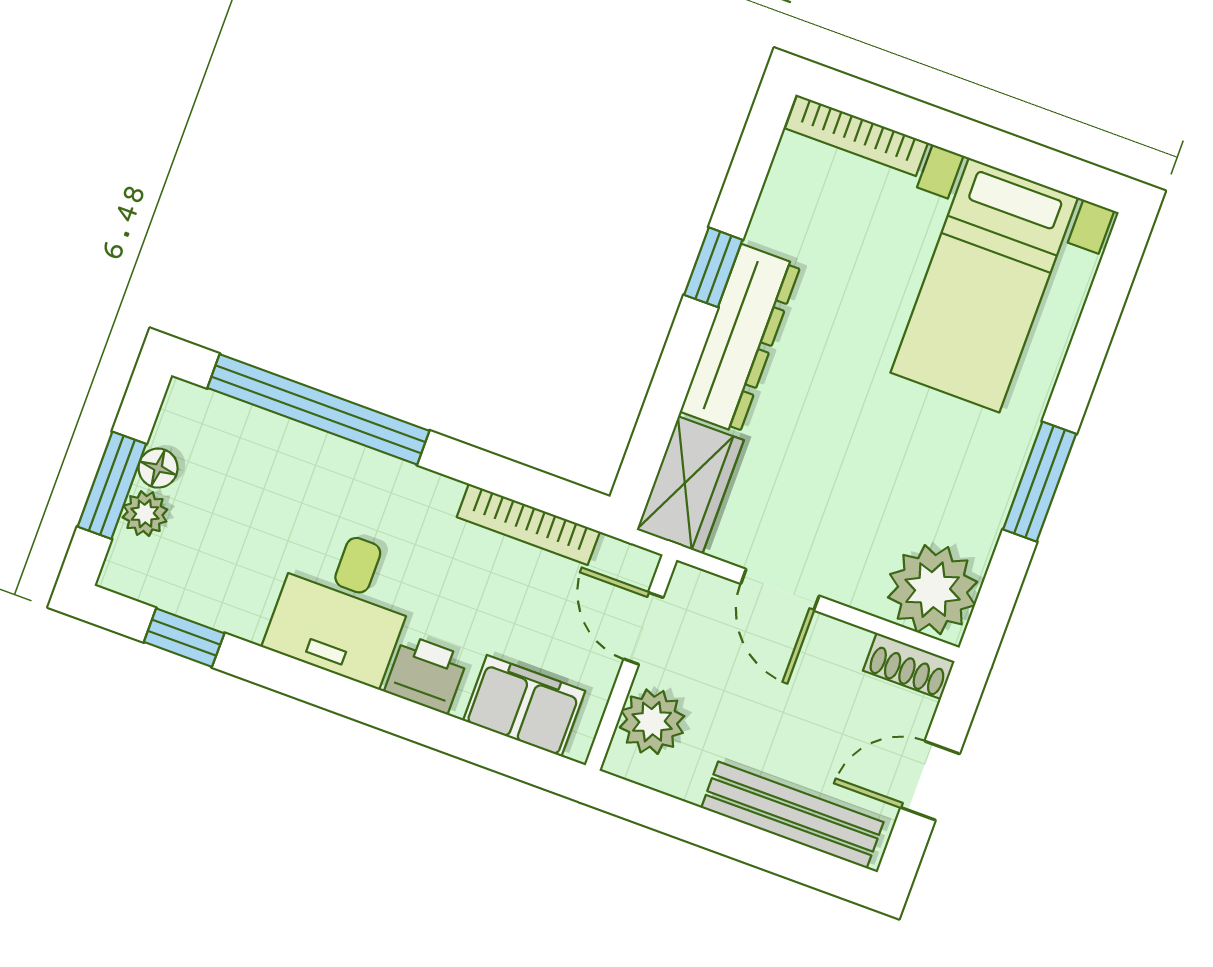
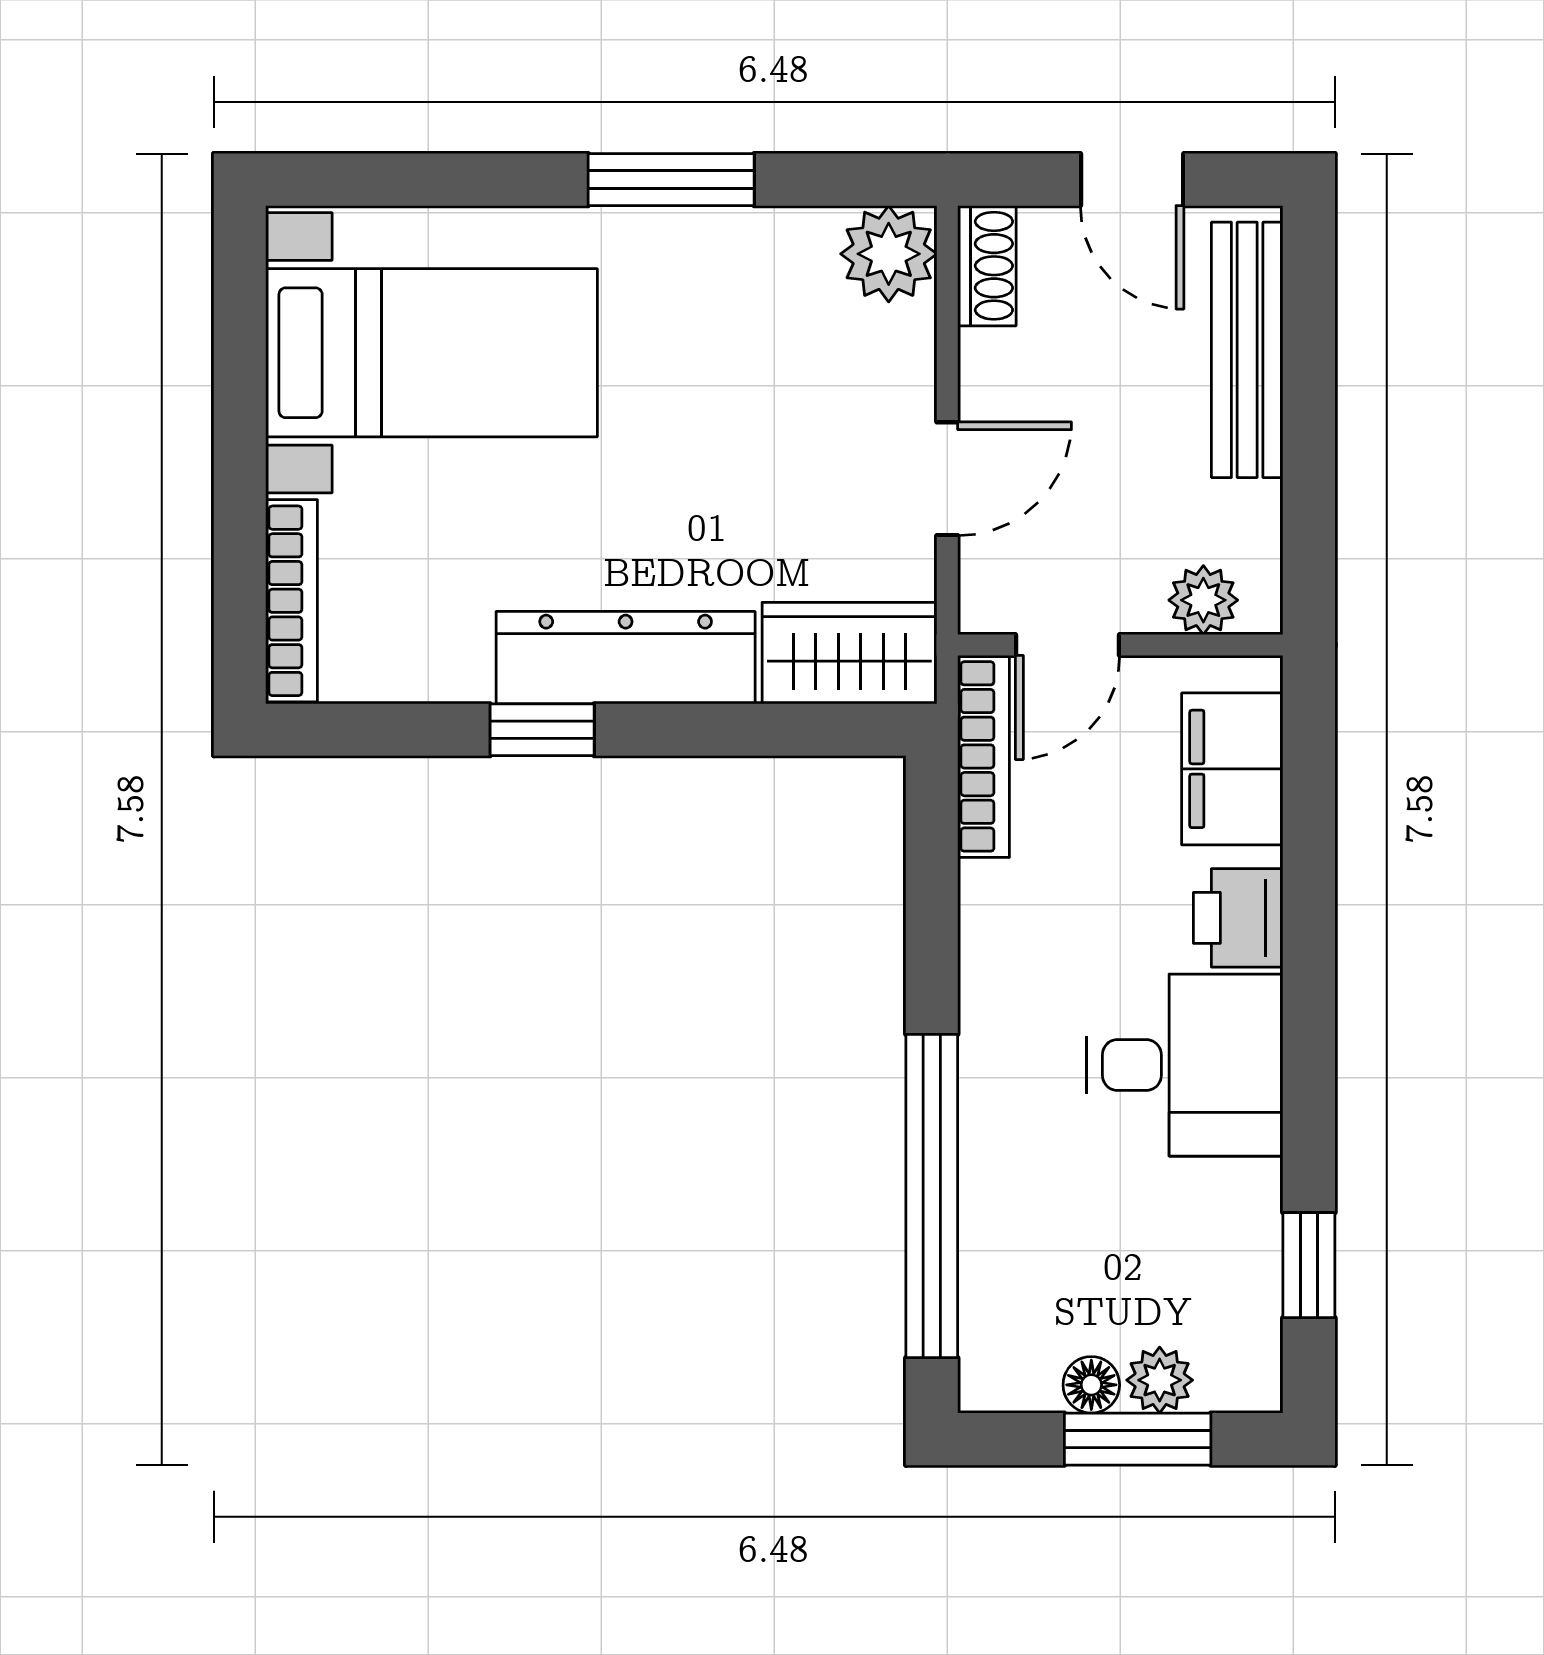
bookcase: (528, 524) -> (984, 756), moved
plant: (933, 590) -> (889, 254), width x0.73, depth x0.73
plant: (652, 722) -> (1203, 600), width x0.73, depth x0.73

